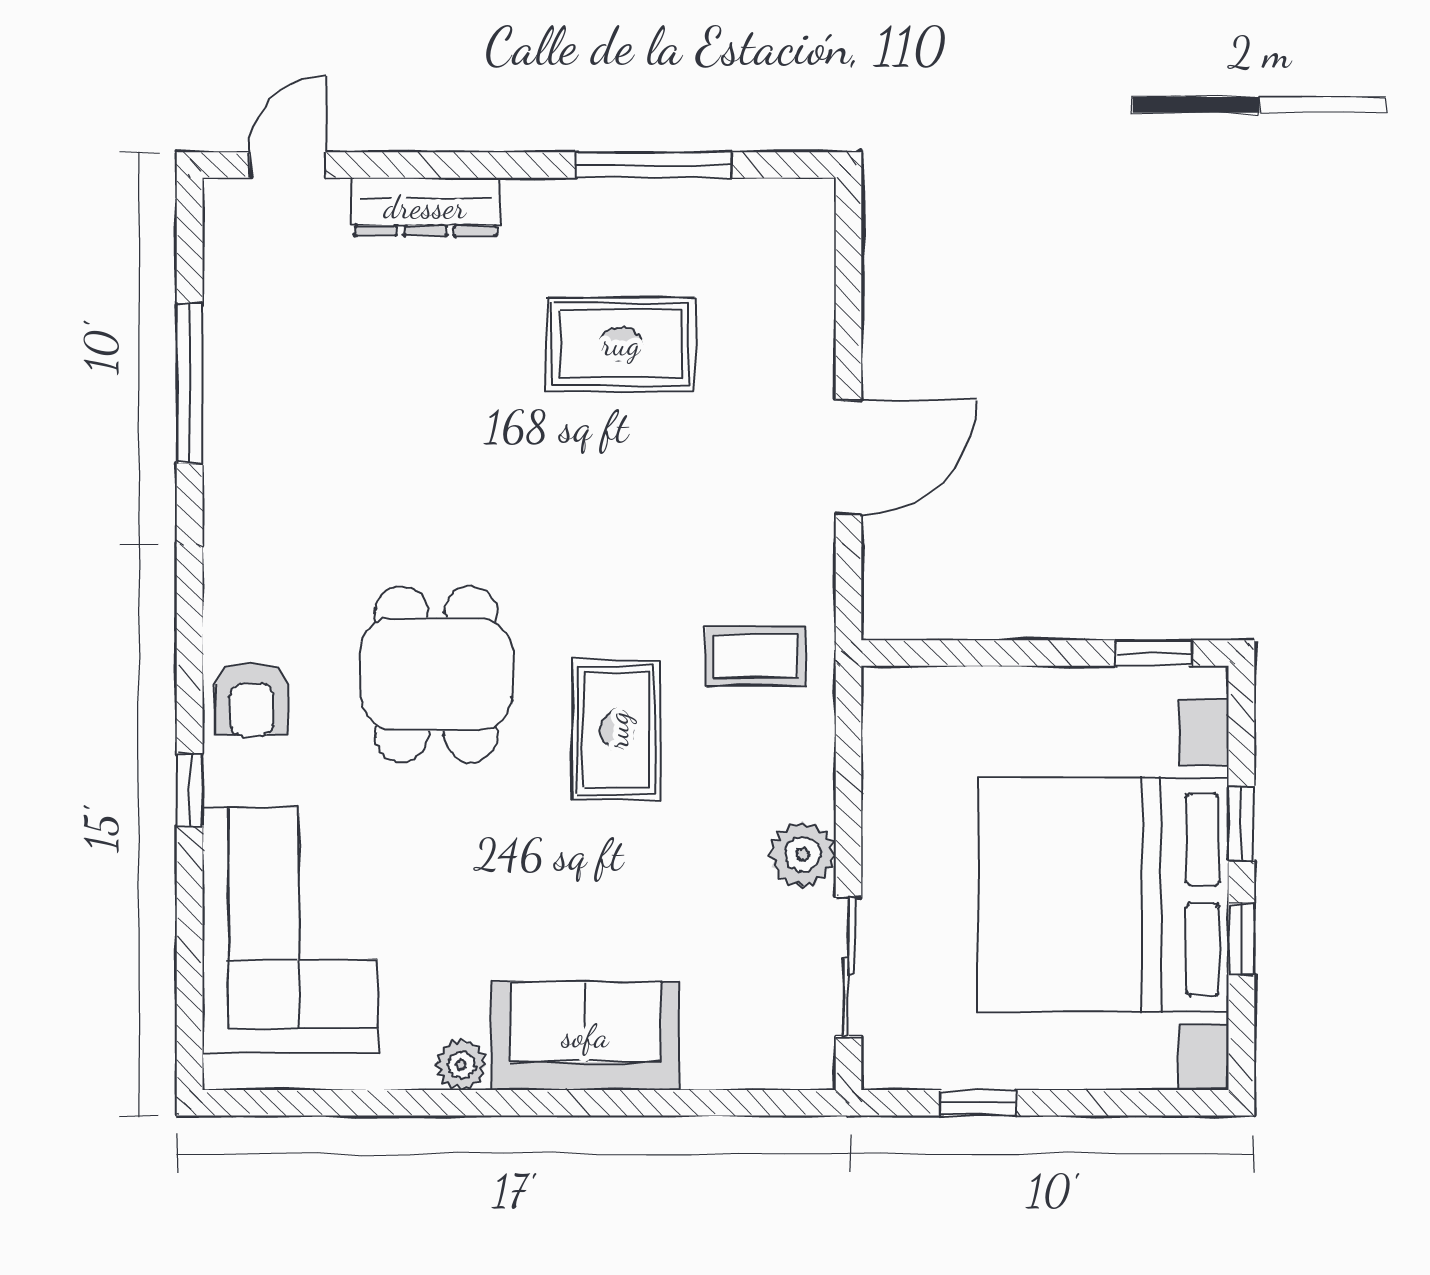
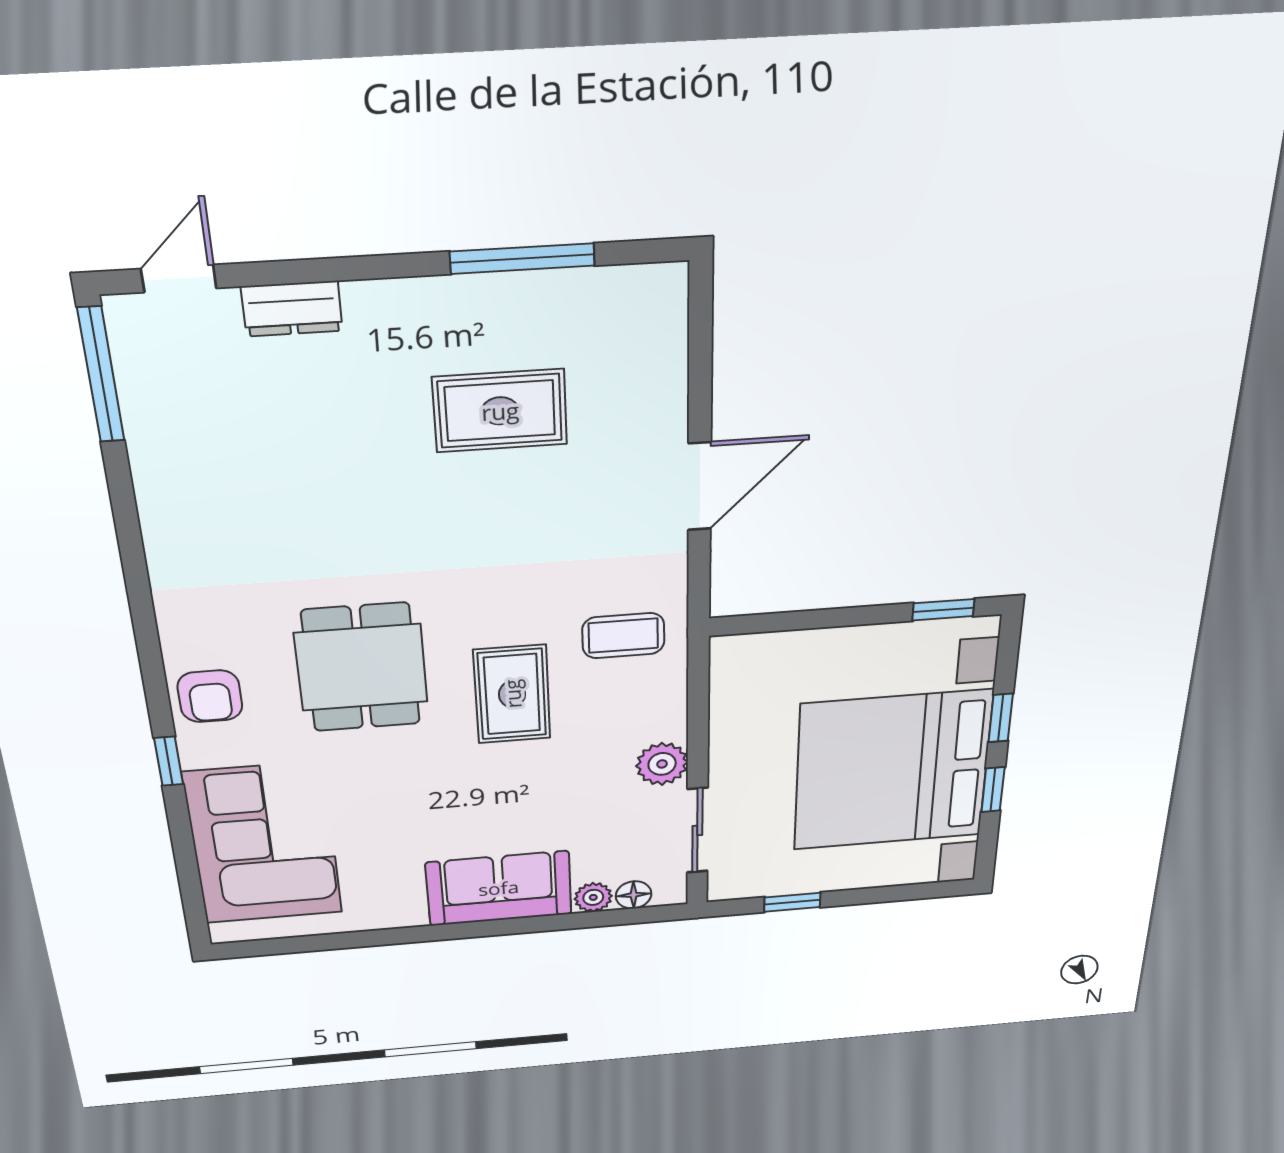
dresser: (425, 207) -> (292, 309), width x0.70
window: (190, 384) -> (101, 375), moved
plant: (461, 1065) -> (593, 897), moved
floor lamp: (763, 1066) -> (634, 895), added

